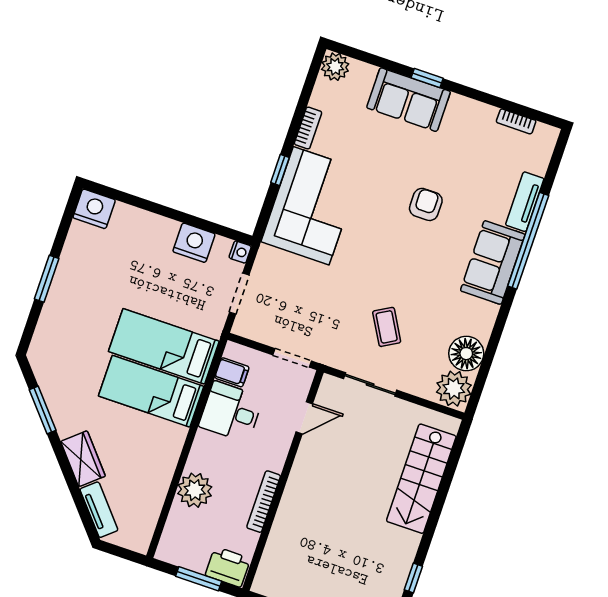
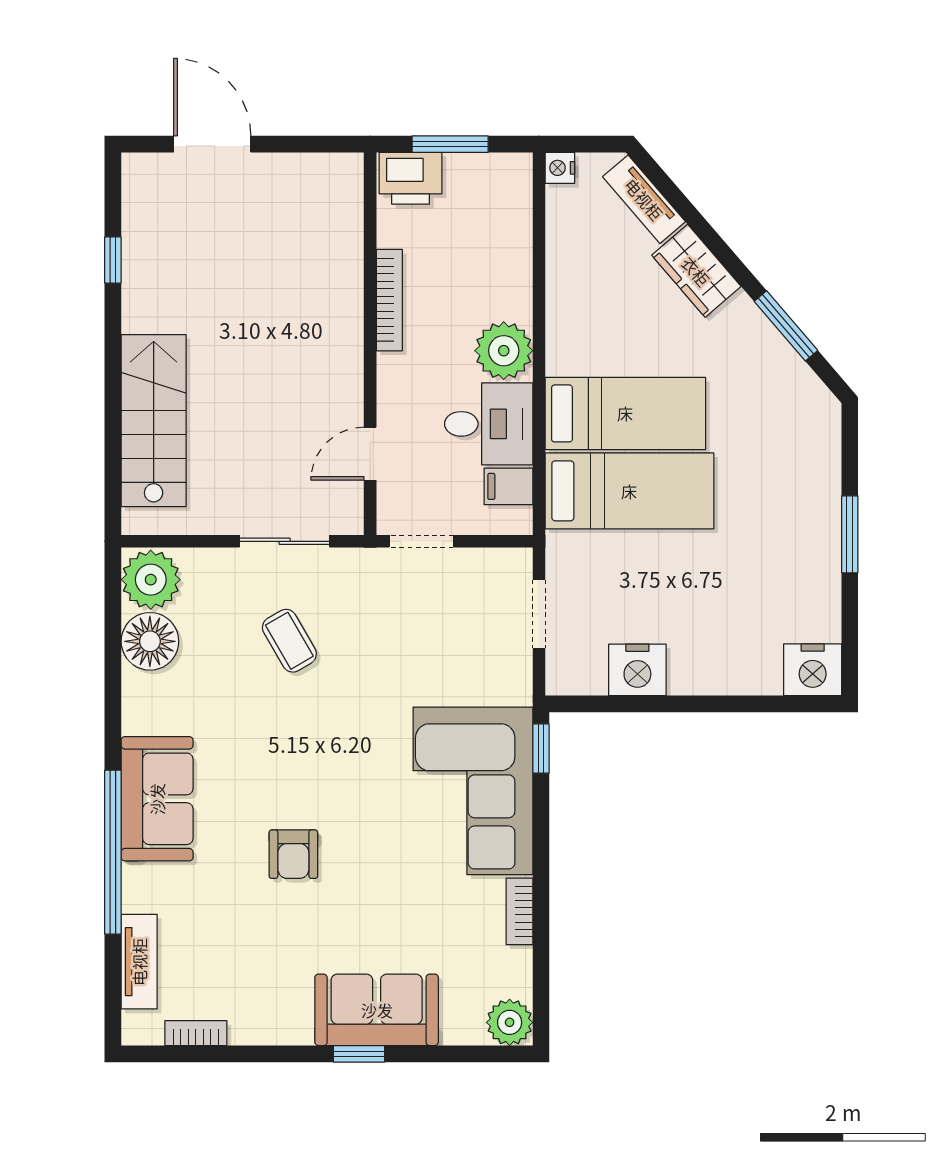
window: (280, 170) -> (541, 749), moved
tv unit: (525, 202) -> (139, 962), moved
nightstand: (240, 252) -> (560, 168), moved
plant: (195, 490) -> (504, 351), moved

